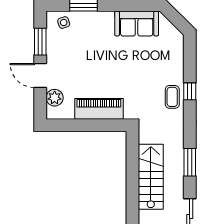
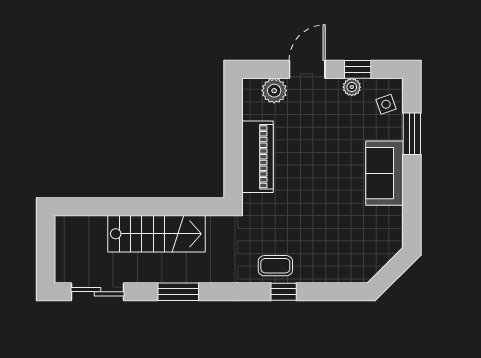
sofa: (137, 24) -> (385, 173), moved
window: (40, 42) -> (358, 69), width x0.67
plant: (52, 46) -> (352, 87), added

